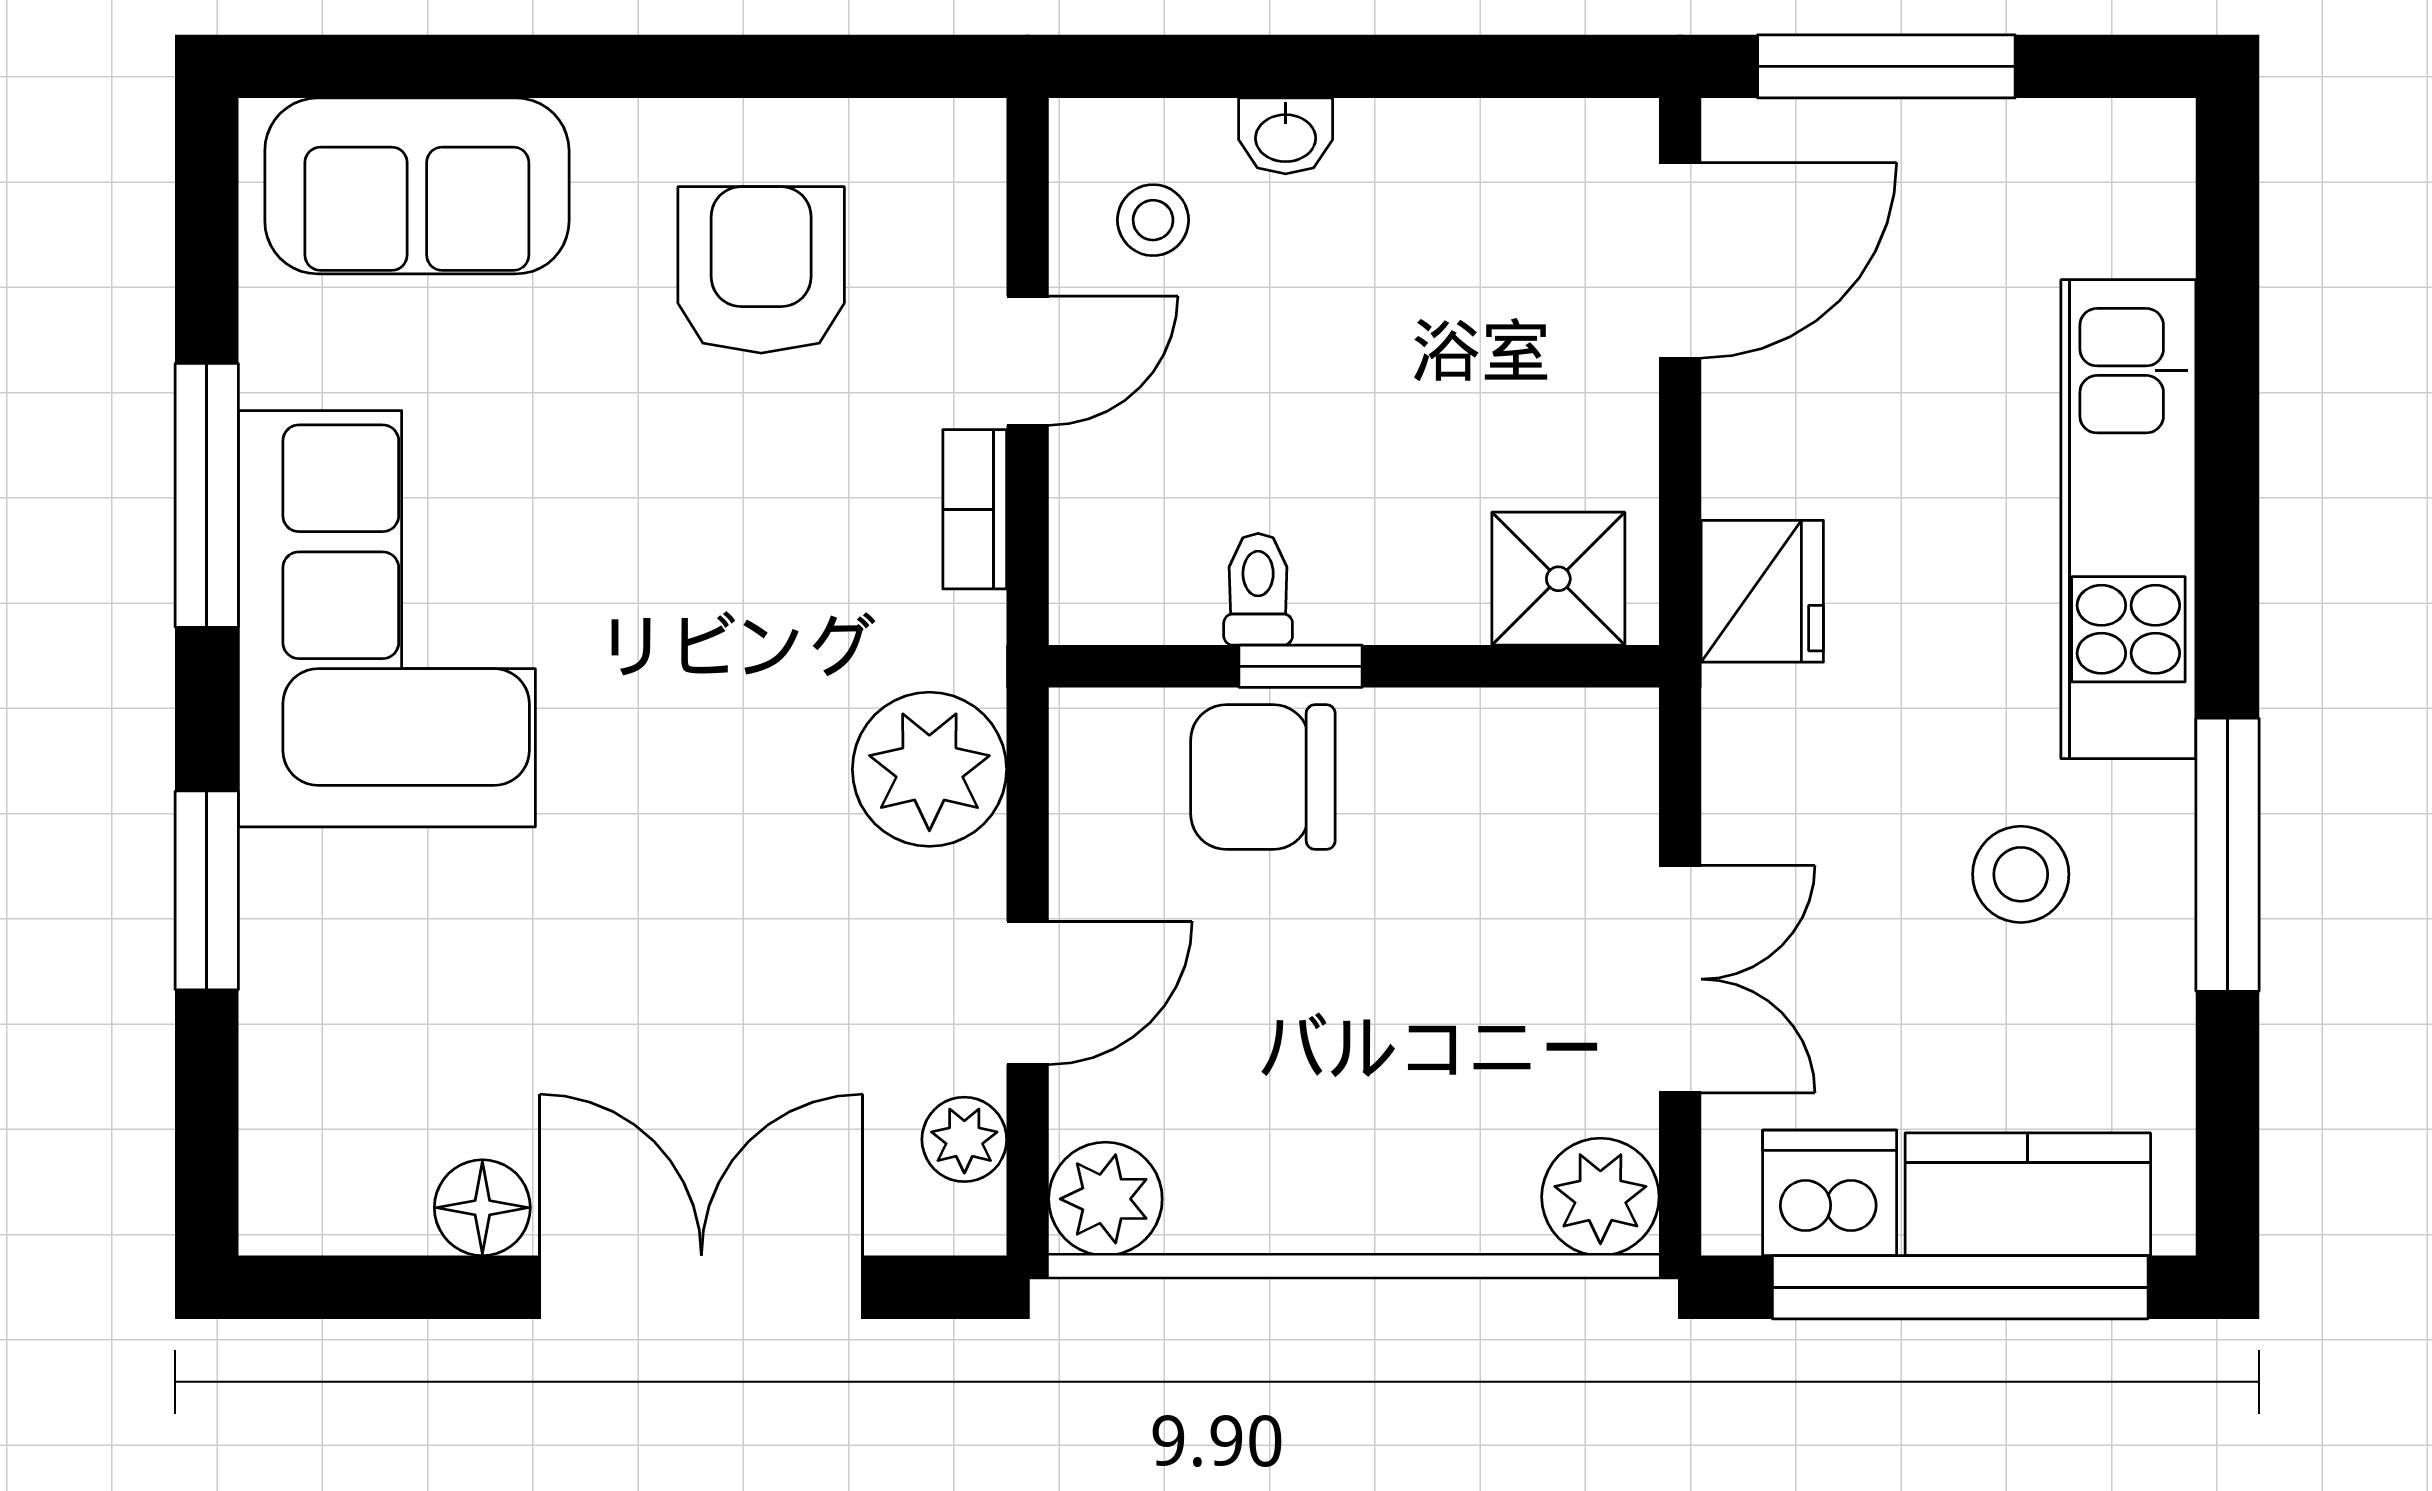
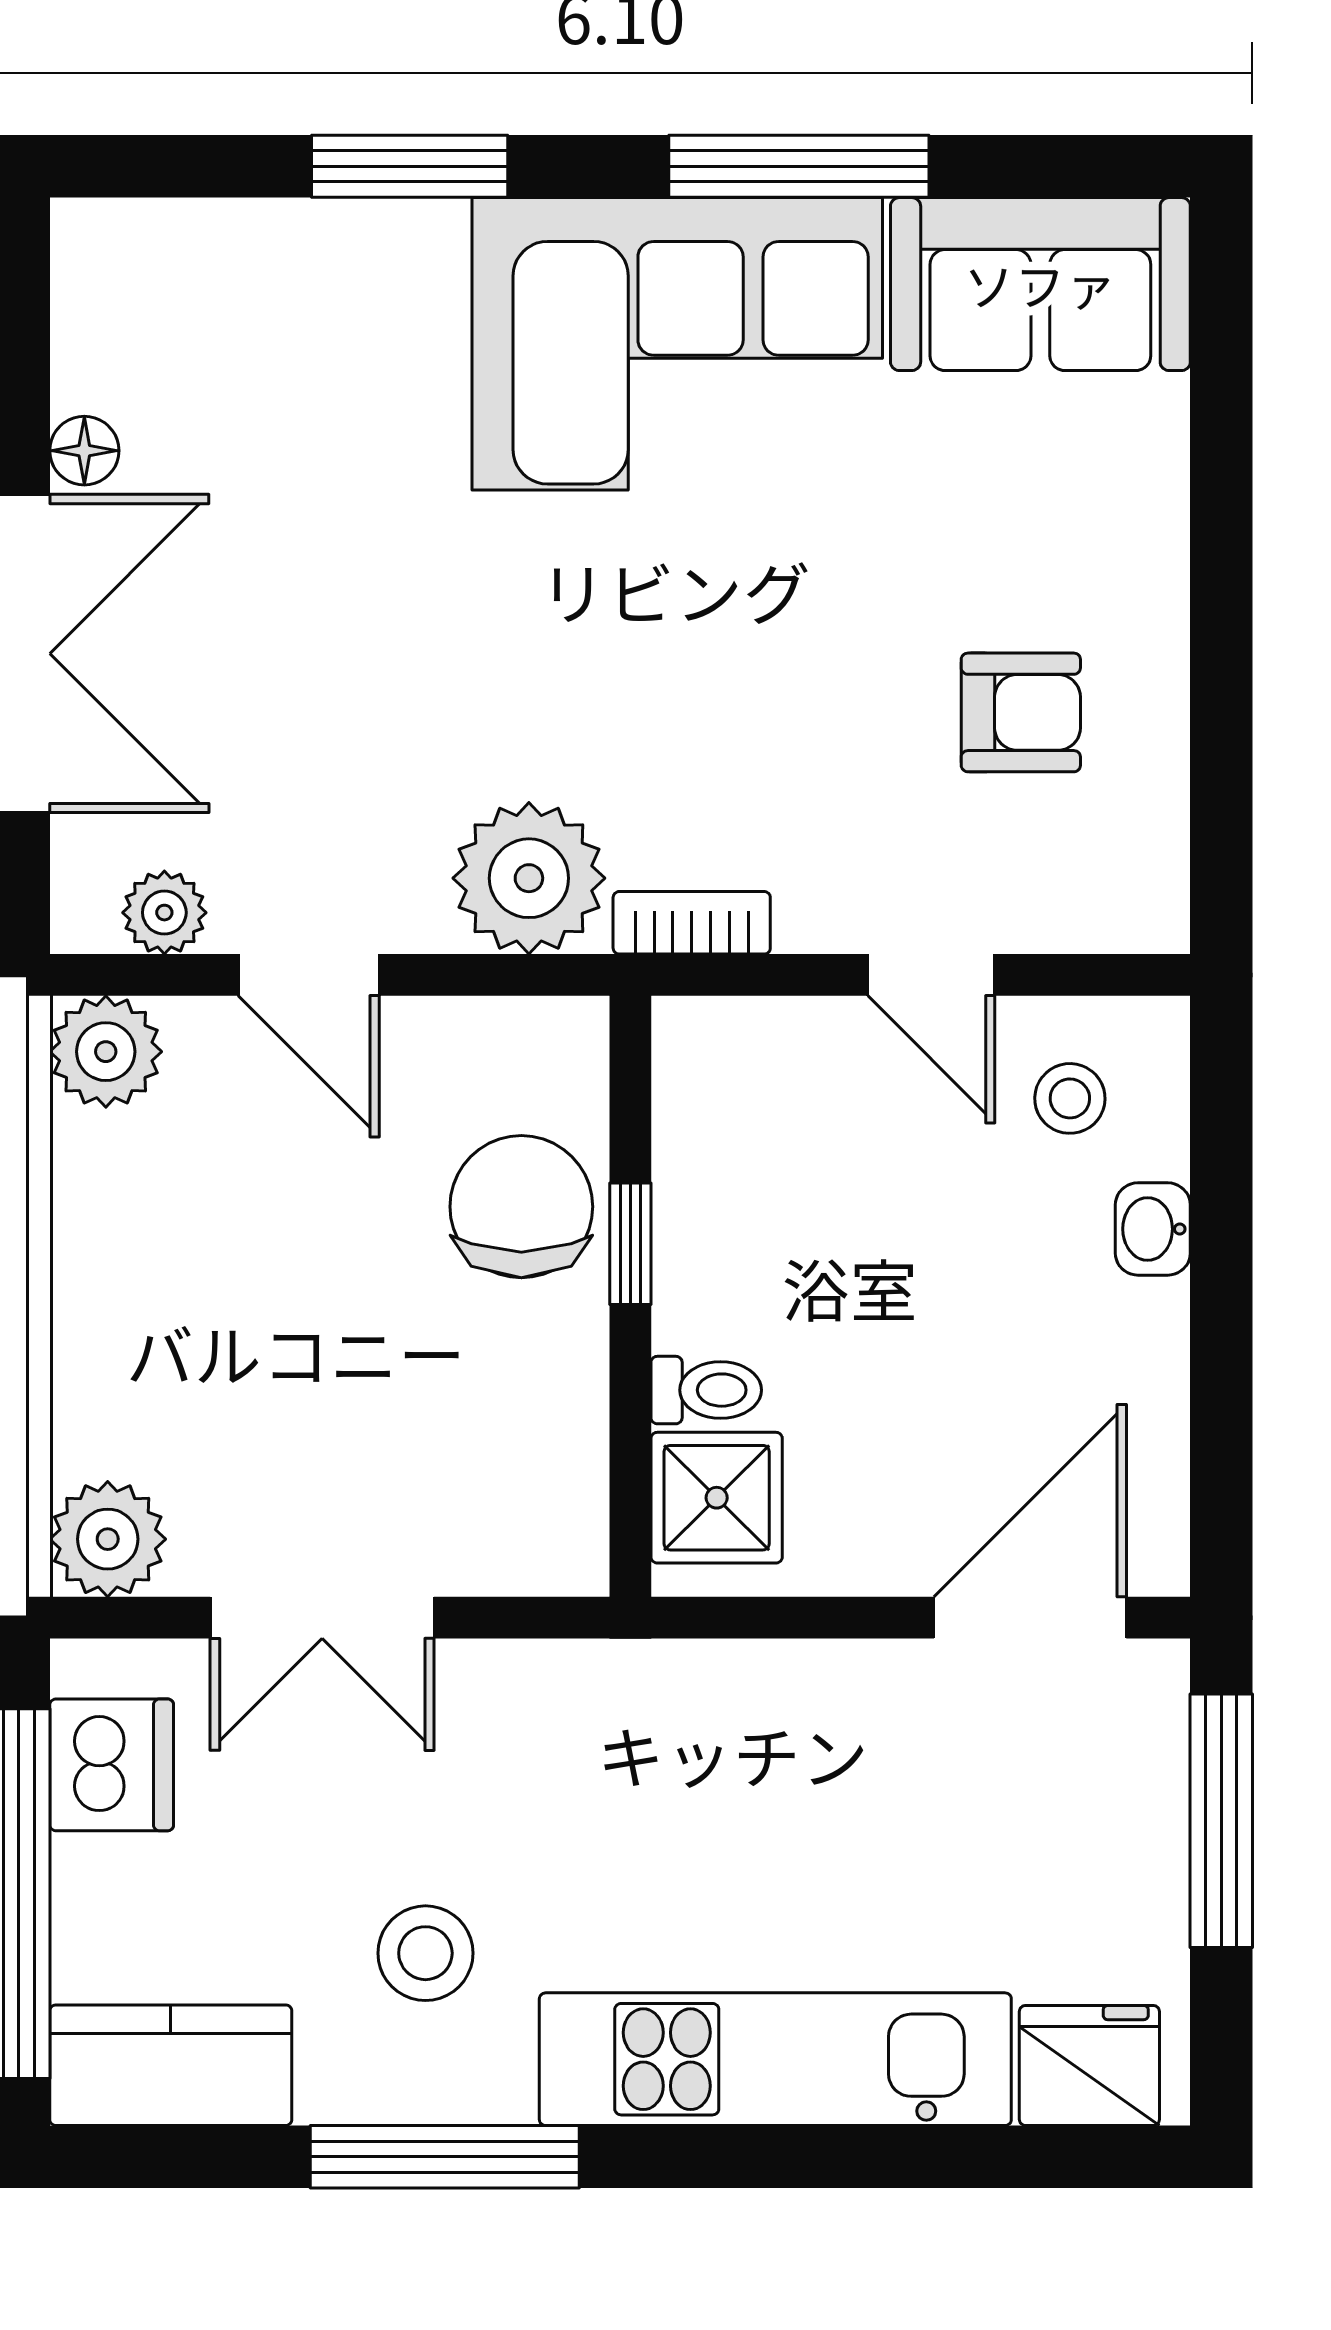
sofa: (417, 186) -> (1040, 284), moved, turned -90
door: (1680, 260) -> (1030, 1618), swing flipped
armchair: (761, 270) -> (1021, 712), width x0.72, depth x0.72
bookcase: (975, 509) -> (692, 923), moved
toilet: (1258, 589) -> (706, 1390), moved
fridge: (1762, 591) -> (1089, 2065), moved, turned 180
kitchen counter: (2028, 1194) -> (171, 2065), moved, turned -90
floor lamp: (482, 1208) -> (84, 451), width x0.73, depth x0.73

